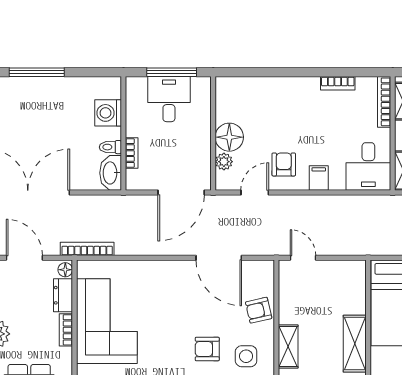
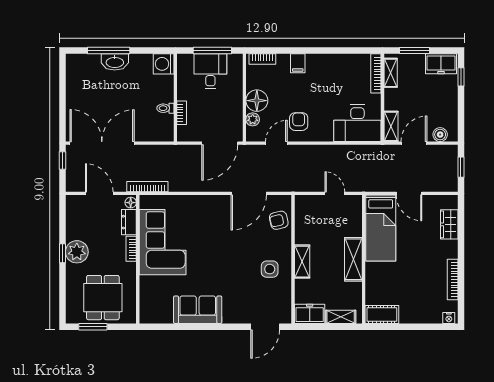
bookcase: (338, 83) -> (262, 59), moved
washing machine: (108, 113) -> (164, 64), moved
desk: (368, 167) -> (357, 123), width x1.37
washbasin: (111, 173) -> (115, 62), moved, turned -90
filing cabinet: (319, 178) -> (298, 63), moved, turned 180
door: (219, 258) -> (249, 193), hinge flipped
door: (303, 258) -> (335, 193), moved
armchair: (259, 310) -> (279, 220), moved
armchair: (207, 349) -> (240, 264), removed

